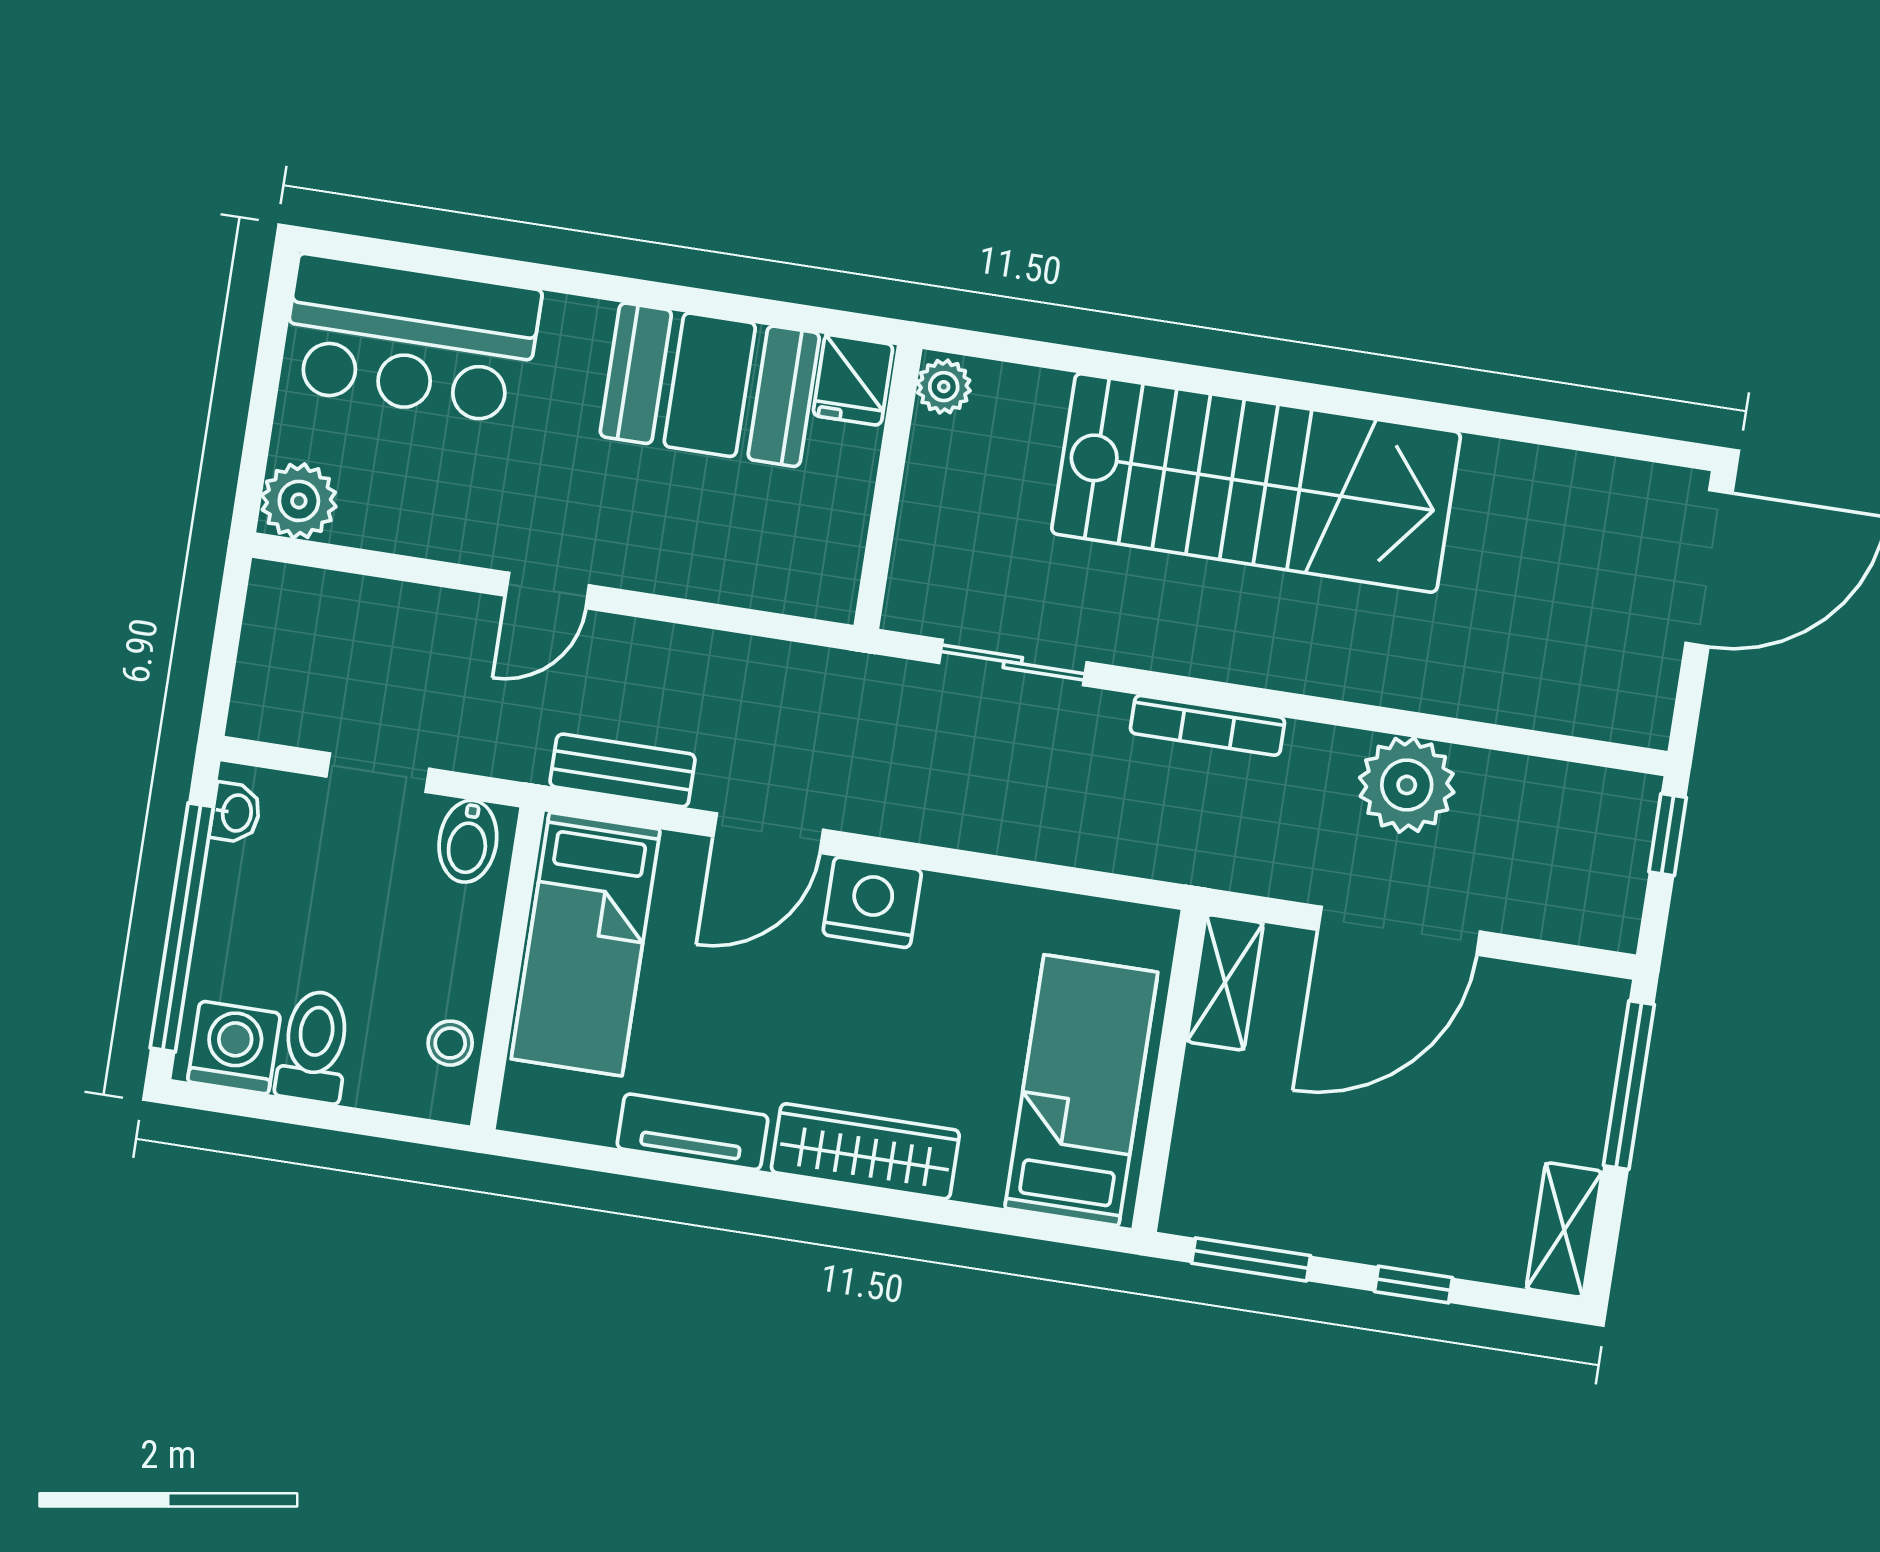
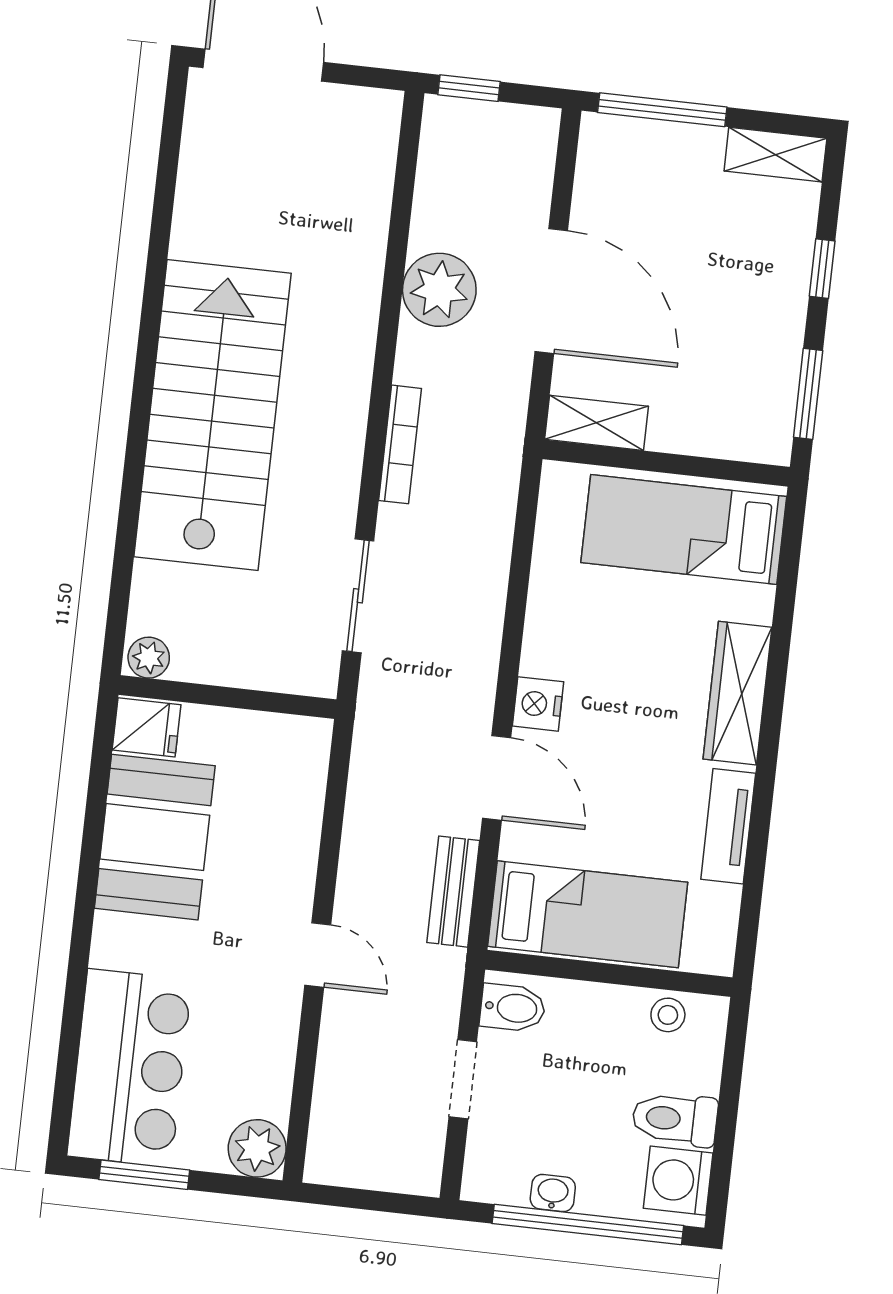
window: (271, 353) -> (144, 1175), added
washbasin: (236, 813) -> (553, 1193), moved
nightstand: (872, 902) -> (538, 704), width x0.74, depth x0.75

